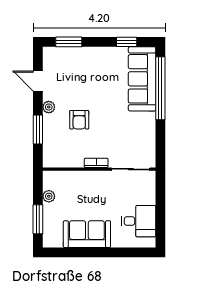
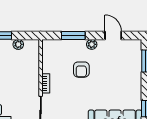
door: (38, 81) -> (113, 35), hinge flipped
armchair: (79, 120) -> (81, 70), turned -90

